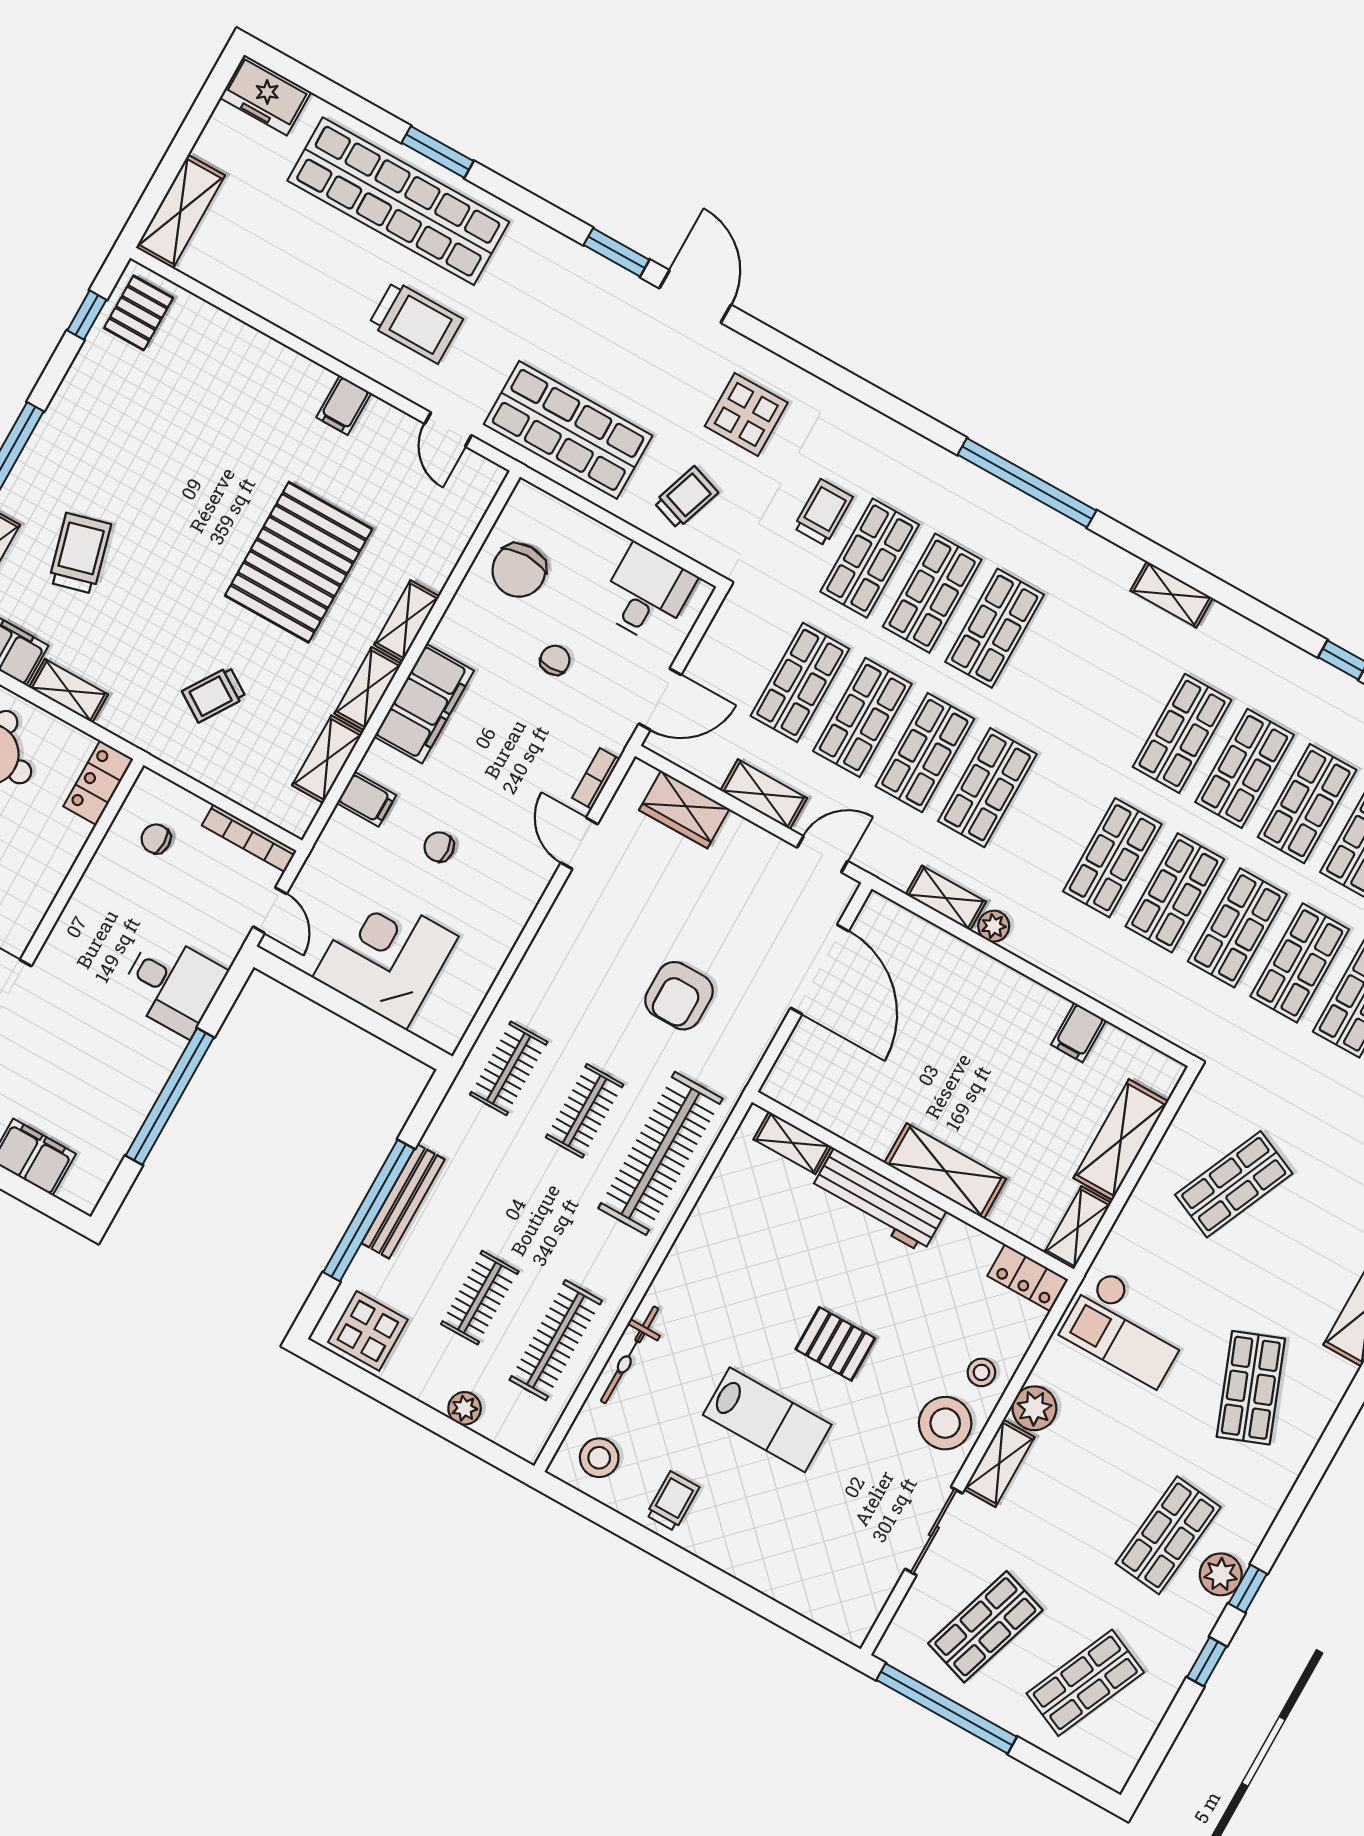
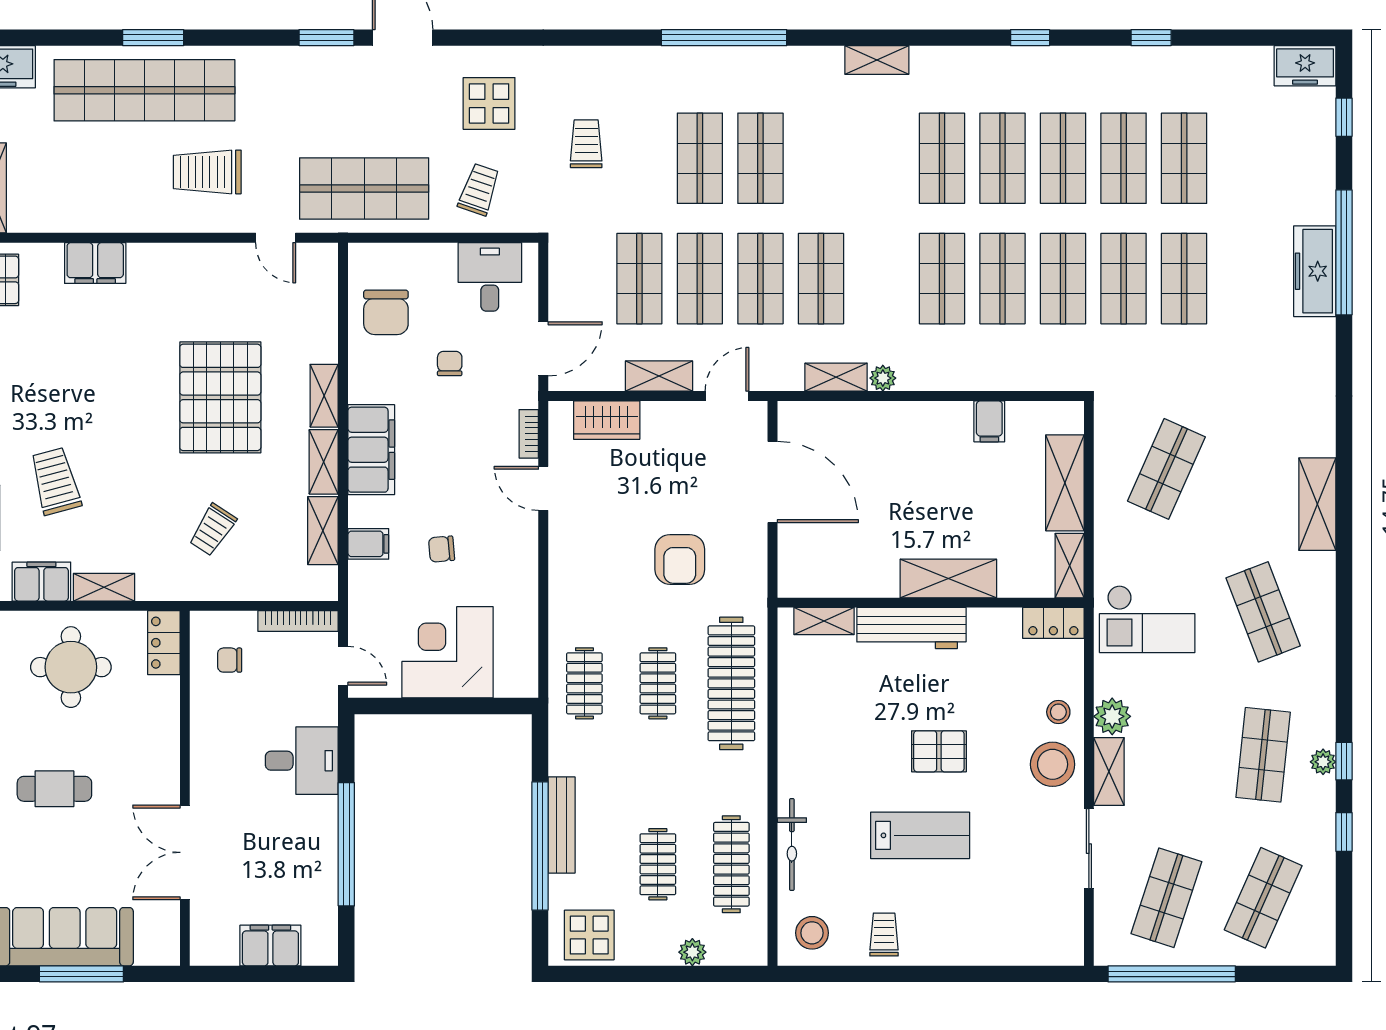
trolley: (416, 322) -> (207, 172), turned 180
filing cabinet: (344, 405) -> (95, 263), moved, width x2.00
shop shelf: (870, 558) -> (639, 158), removed
plant: (1221, 1574) -> (1323, 762), width x0.73, depth x0.73

